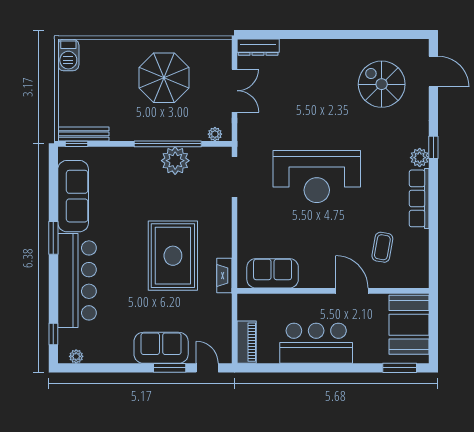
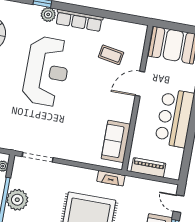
reception desk: (317, 177) -> (47, 71), moved
piano: (247, 342) -> (148, 168), moved
door: (207, 368) -> (178, 204), hinge flipped

